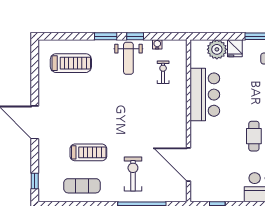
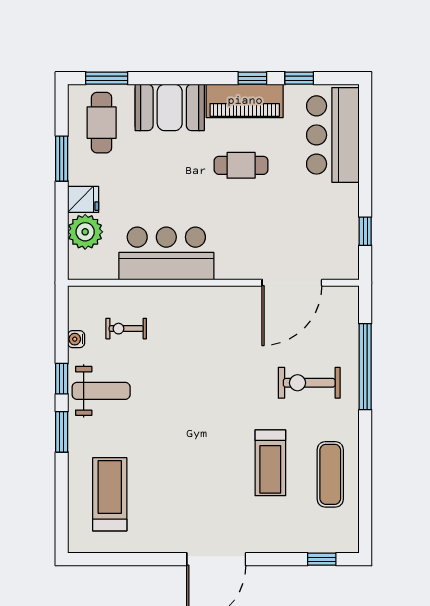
treadmill: (88, 152) -> (270, 463), turned 180

